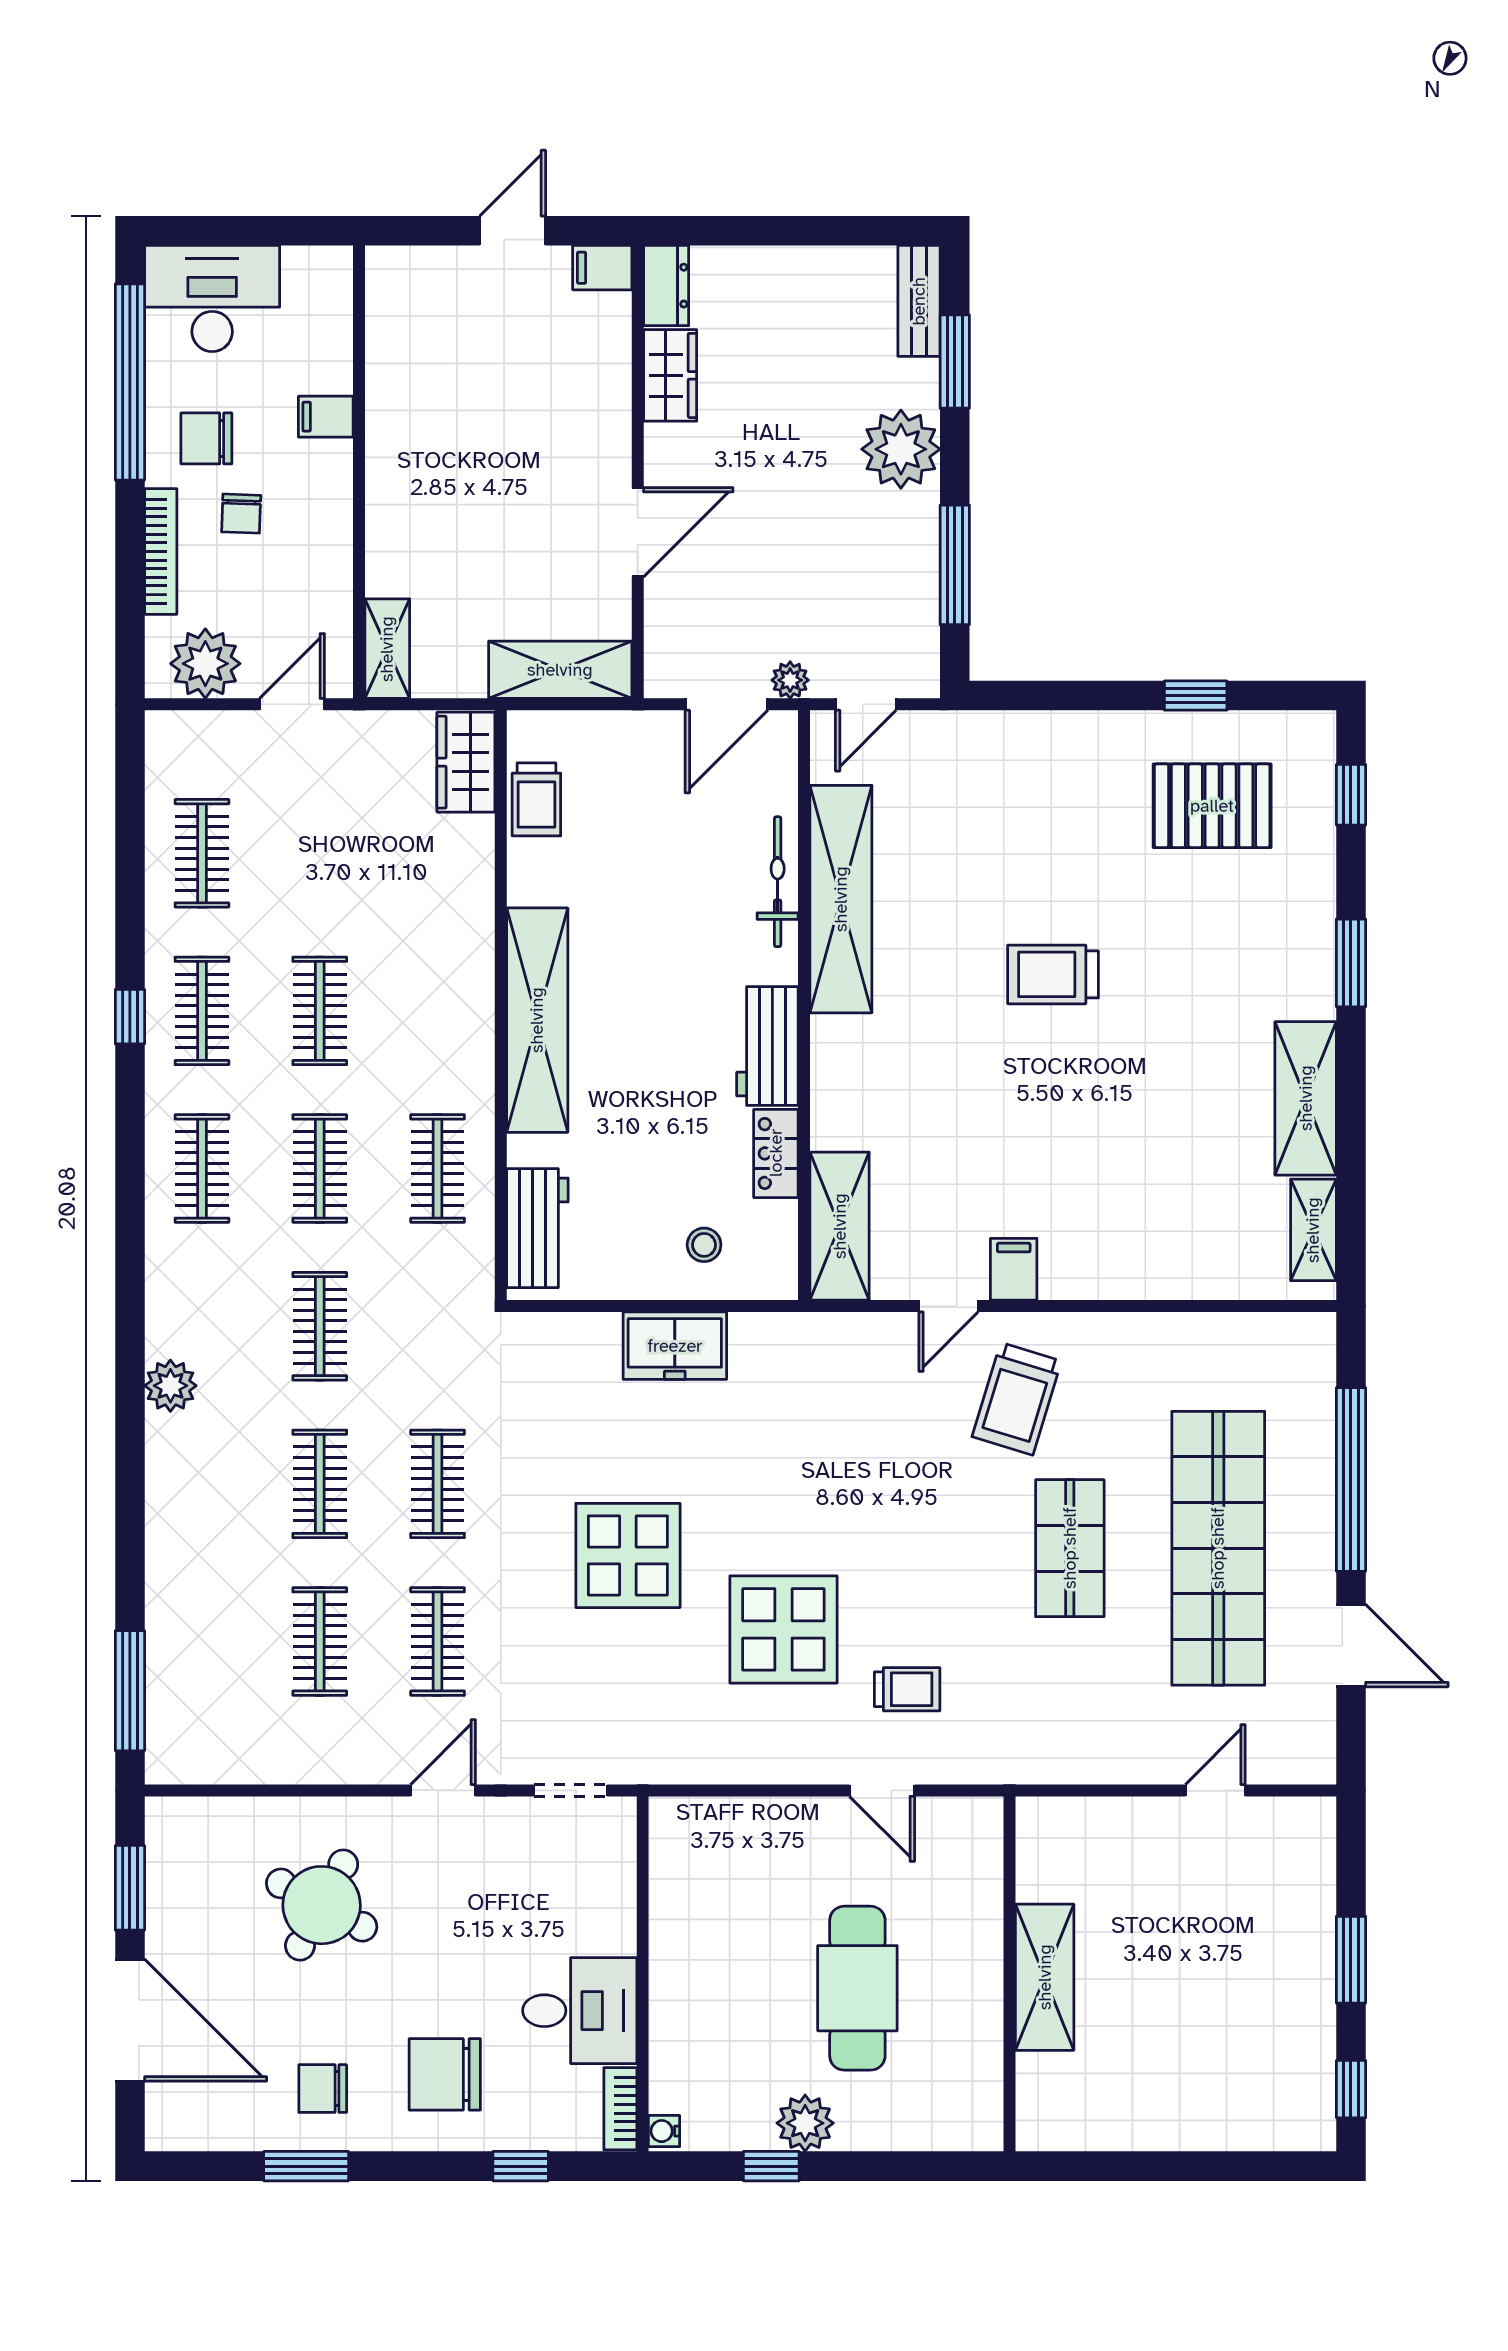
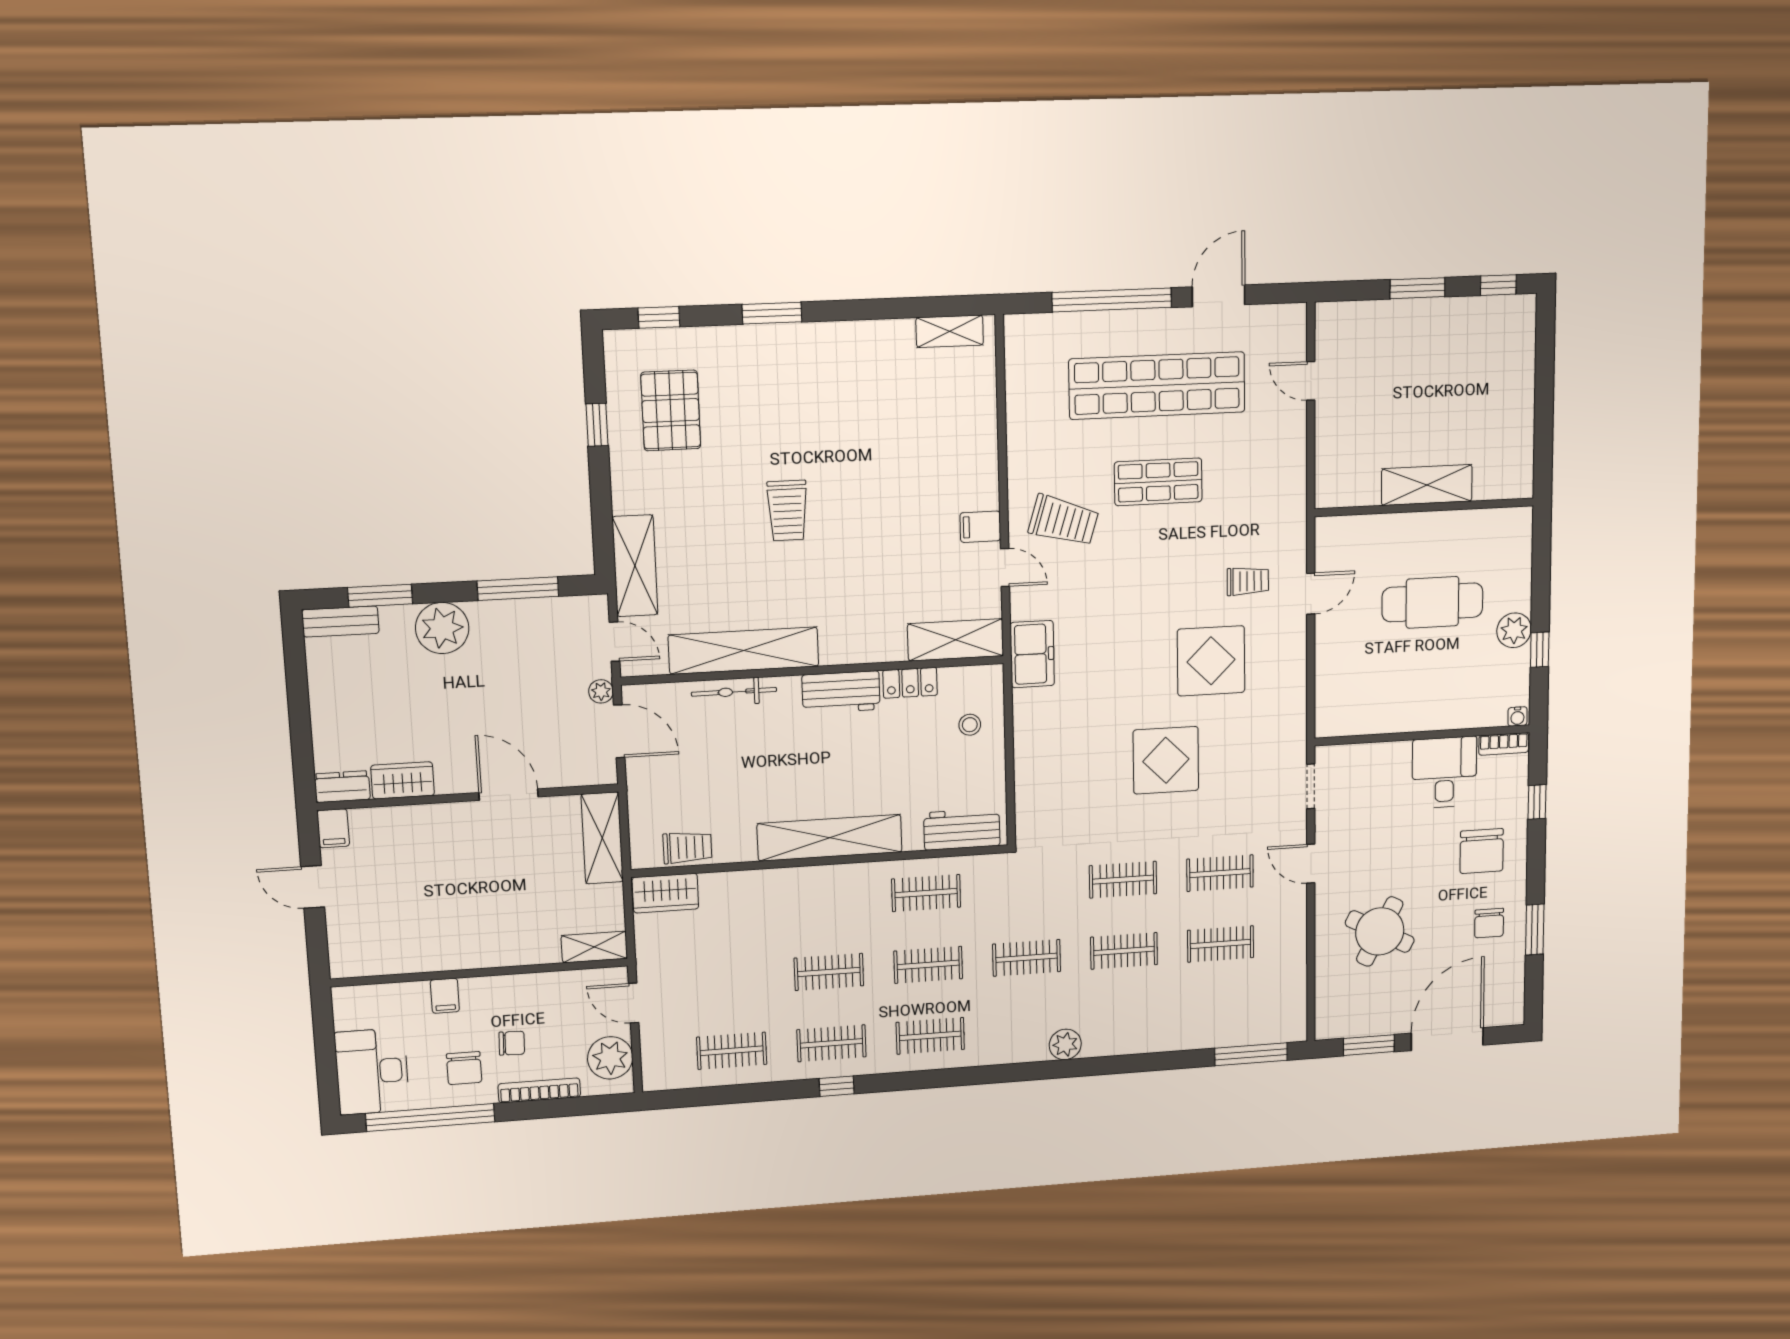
shelving: (1306, 1098) -> (635, 566), moved, turned 90
freezer: (675, 1346) -> (1032, 654), moved
trolley: (907, 1689) -> (1248, 581), turned 90

